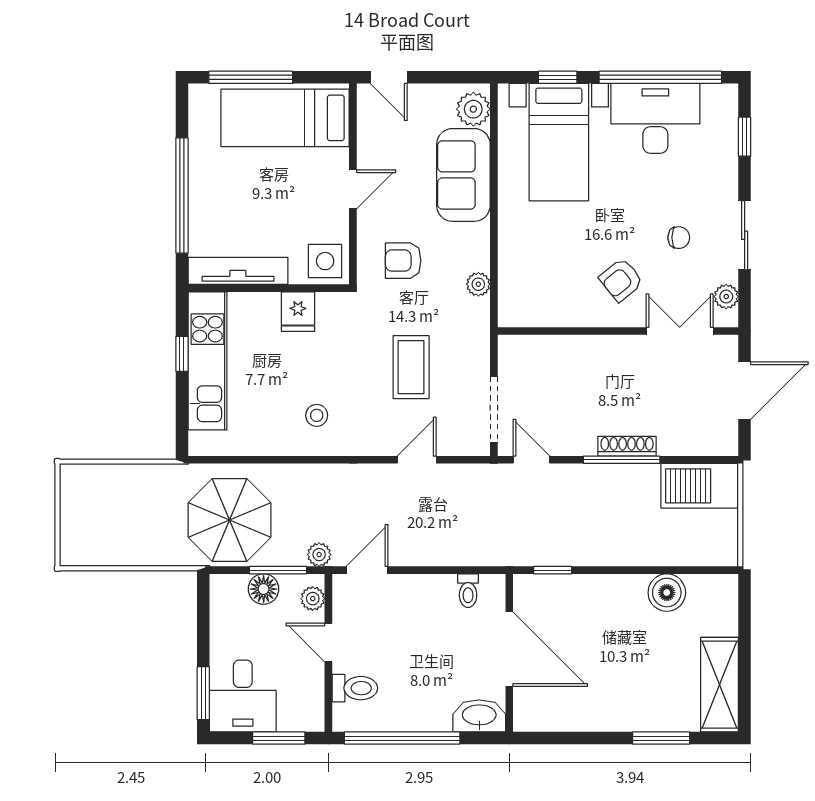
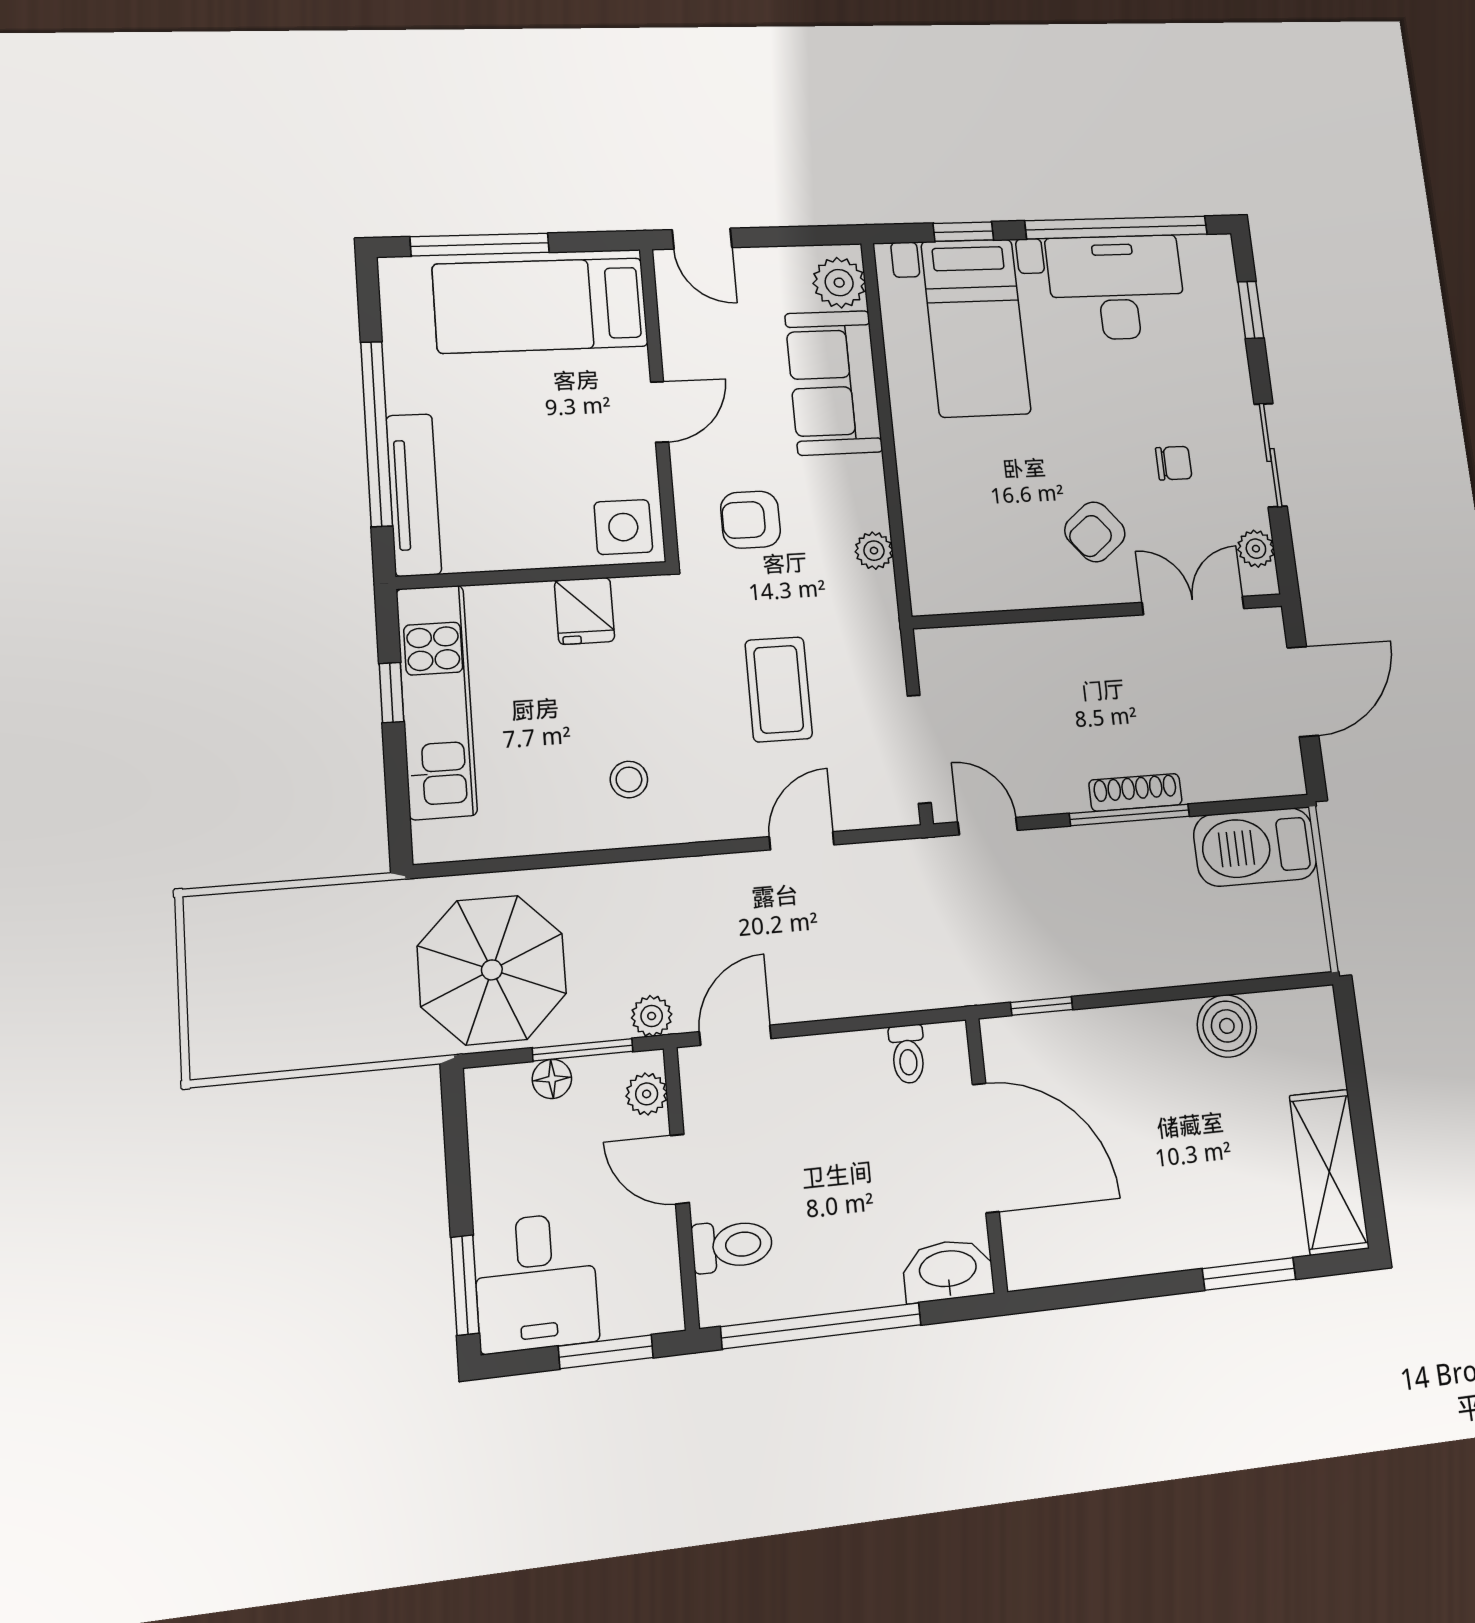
tv unit: (238, 271) -> (414, 495), moved, turned 90
floor lamp: (264, 589) -> (552, 1079), width x0.73, depth x0.73

